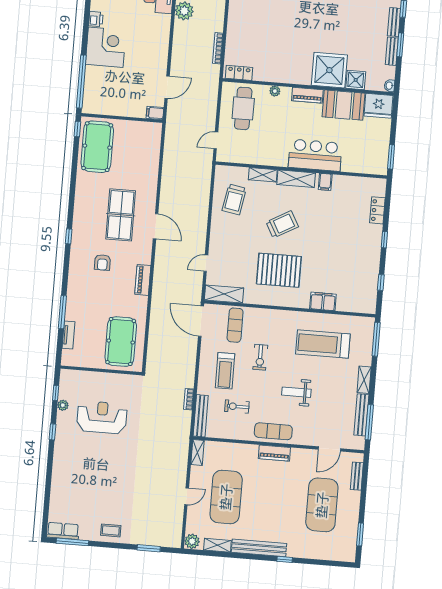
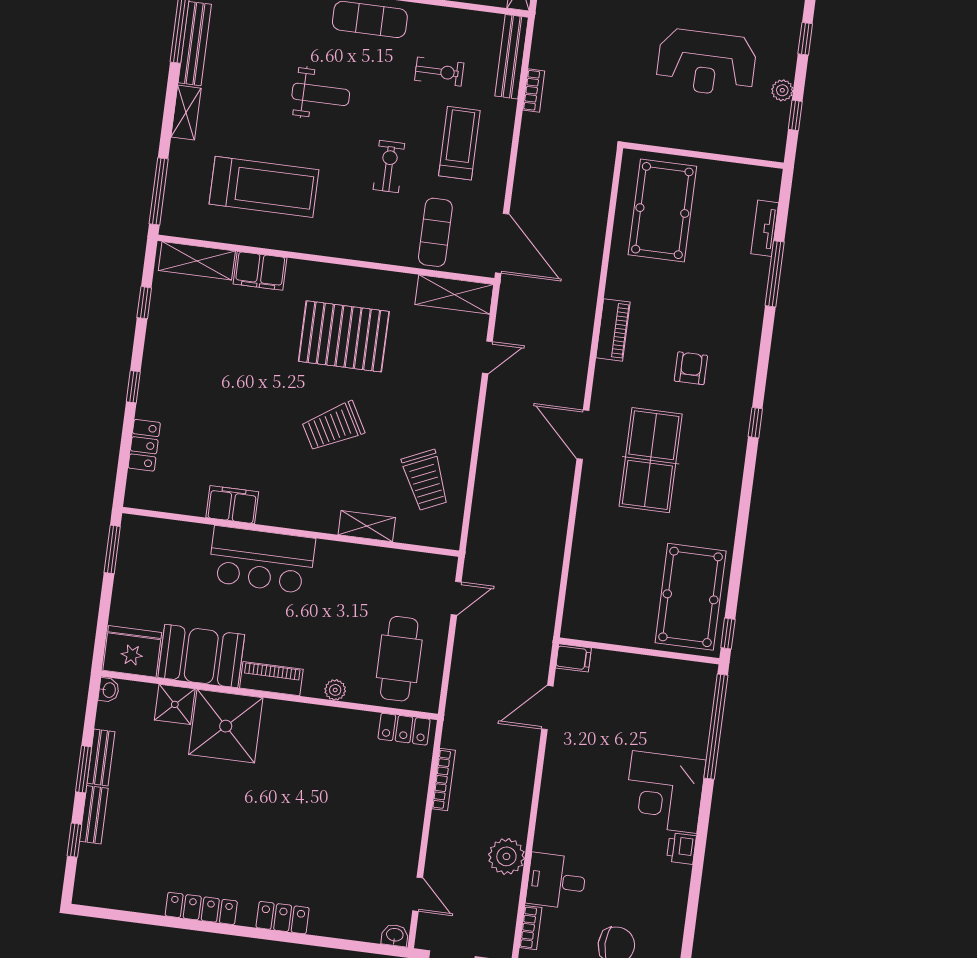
shelving: (296, 179) -> (197, 261), moved
filing cabinet: (325, 182) -> (232, 505), width x2.00
trolley: (234, 199) -> (426, 480), turned 146

